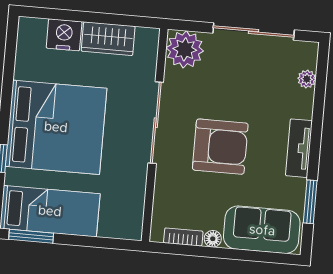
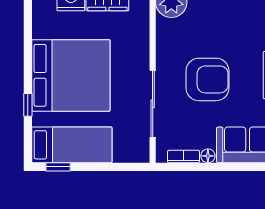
sliding door: (156, 123) -> (153, 104), moved
window: (31, 236) -> (58, 167), width x0.67

